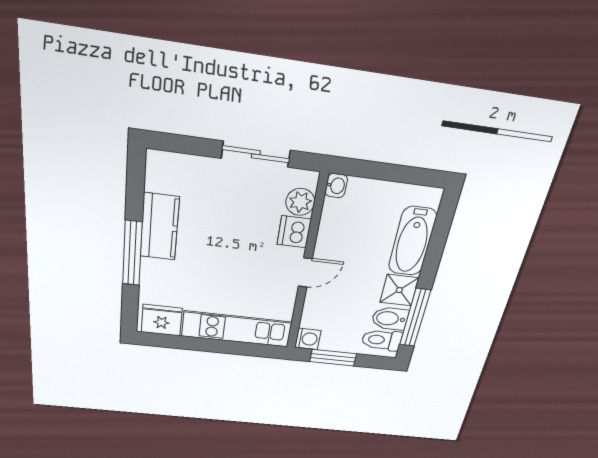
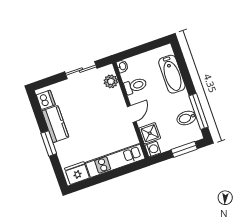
dishwasher: (294, 232) -> (46, 100), moved, turned 180
window: (132, 253) -> (49, 143), width x0.69
shower: (399, 290) -> (150, 133), moved
toilet: (382, 340) -> (135, 86), moved, turned 180
window: (333, 358) -> (184, 149), moved

